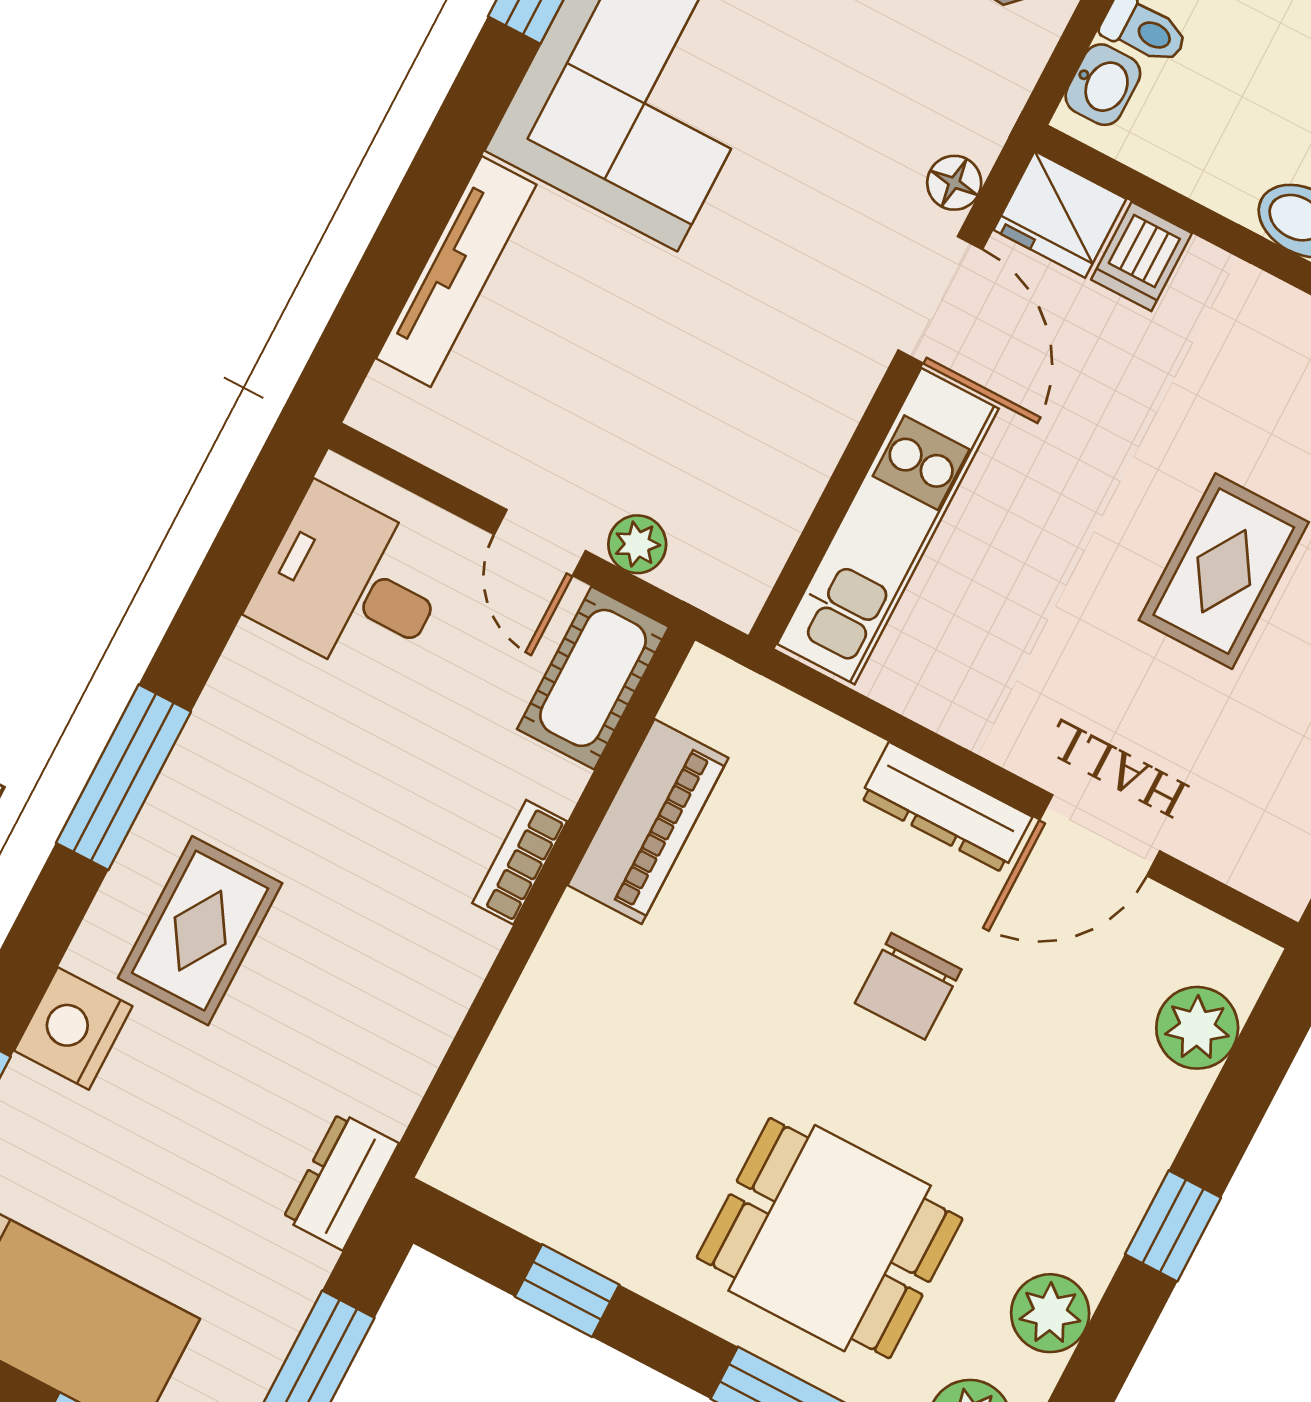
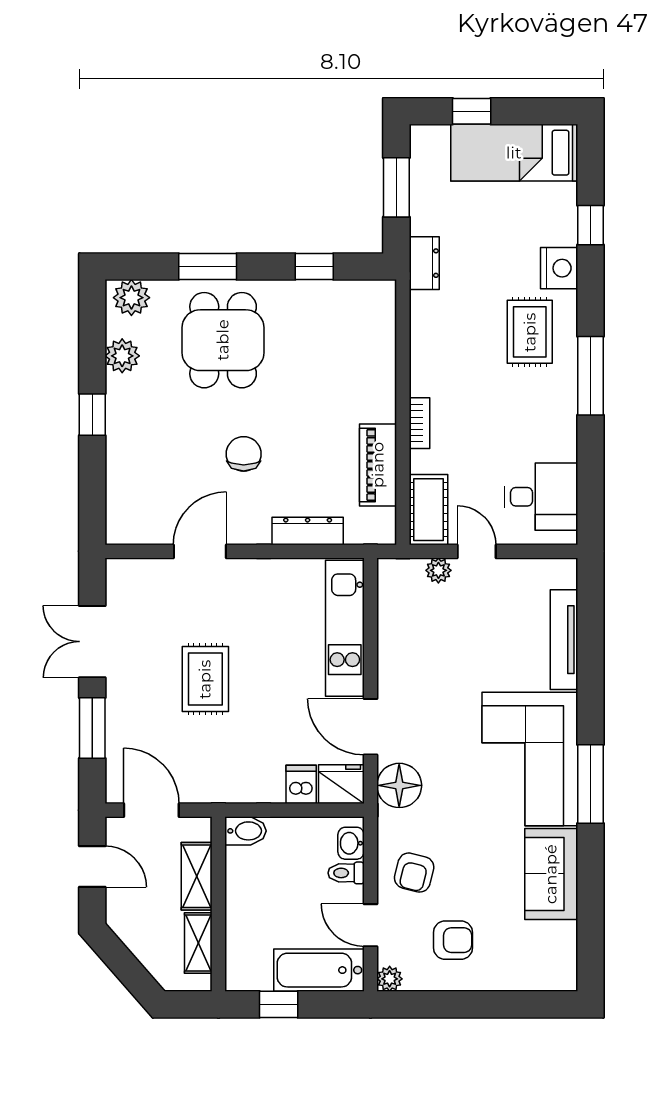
floor lamp: (954, 183) -> (399, 785), width x1.89, depth x1.89
dresser: (946, 807) -> (308, 531), moved
plant: (1197, 1028) -> (123, 496), removed
dining table: (830, 1238) -> (223, 340), turned 90

